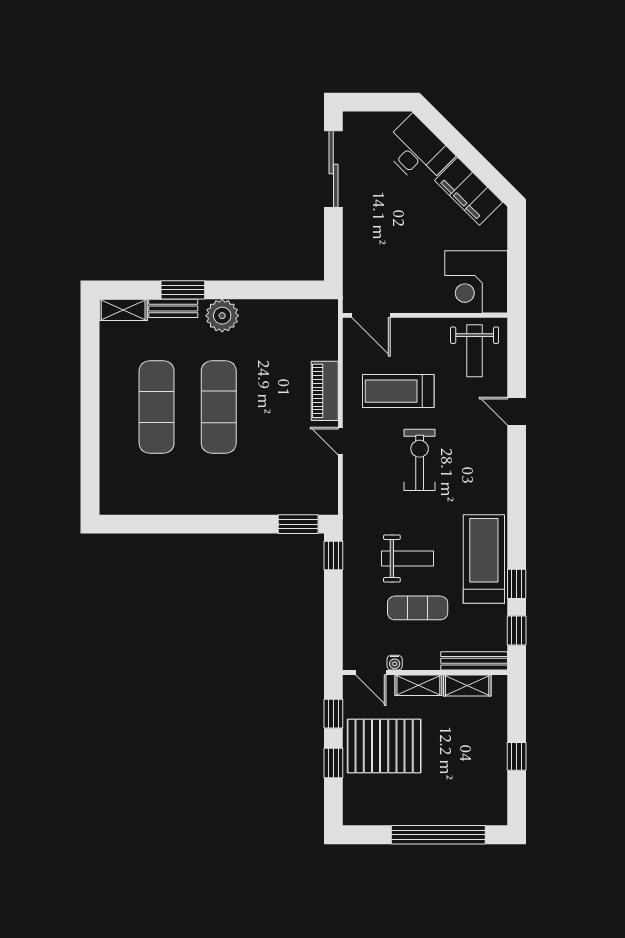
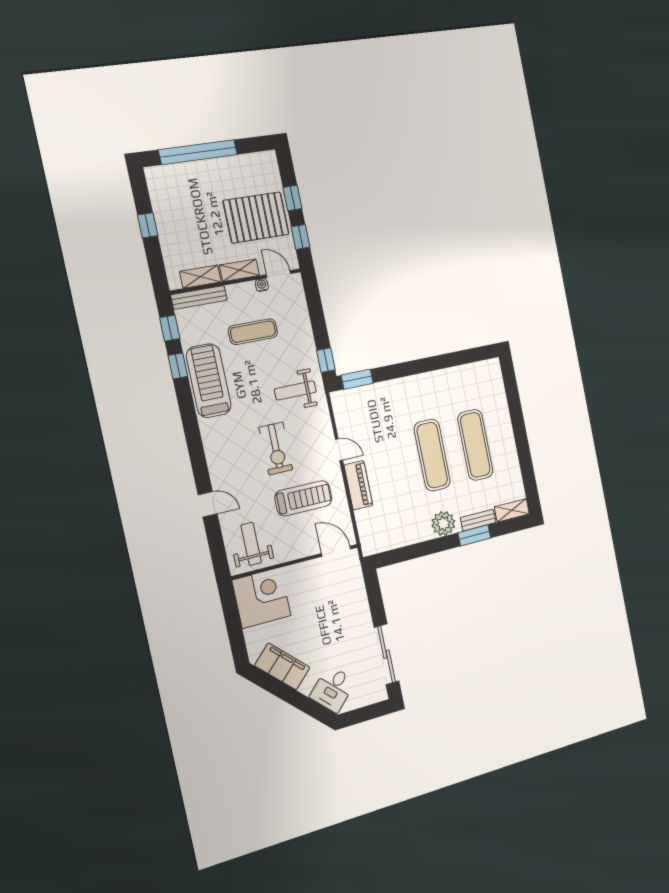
desk: (418, 151) -> (333, 689), width x0.73
weight bench: (407, 558) -> (295, 390), moved
treadmill: (484, 559) -> (209, 381), turned 180

